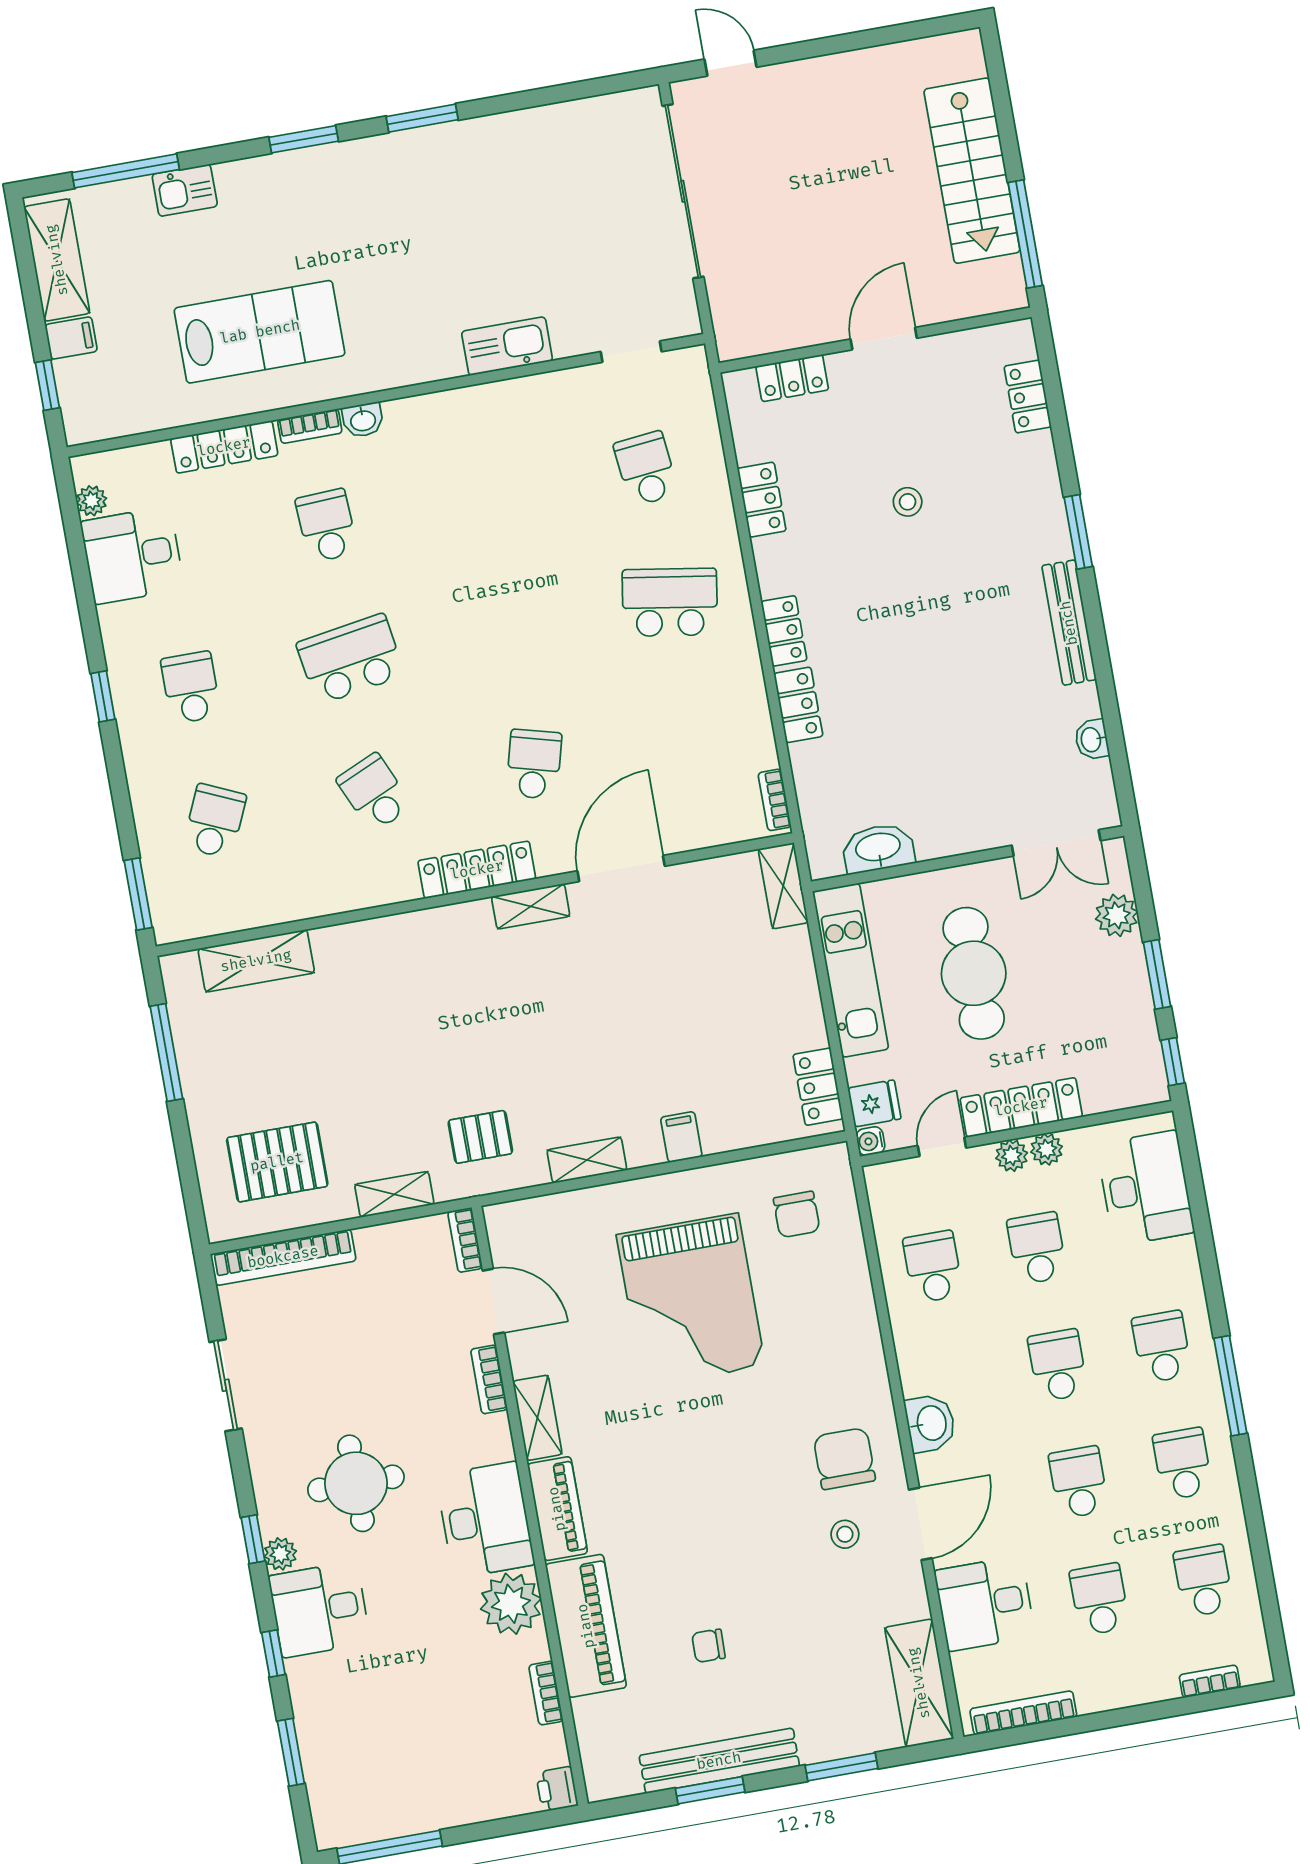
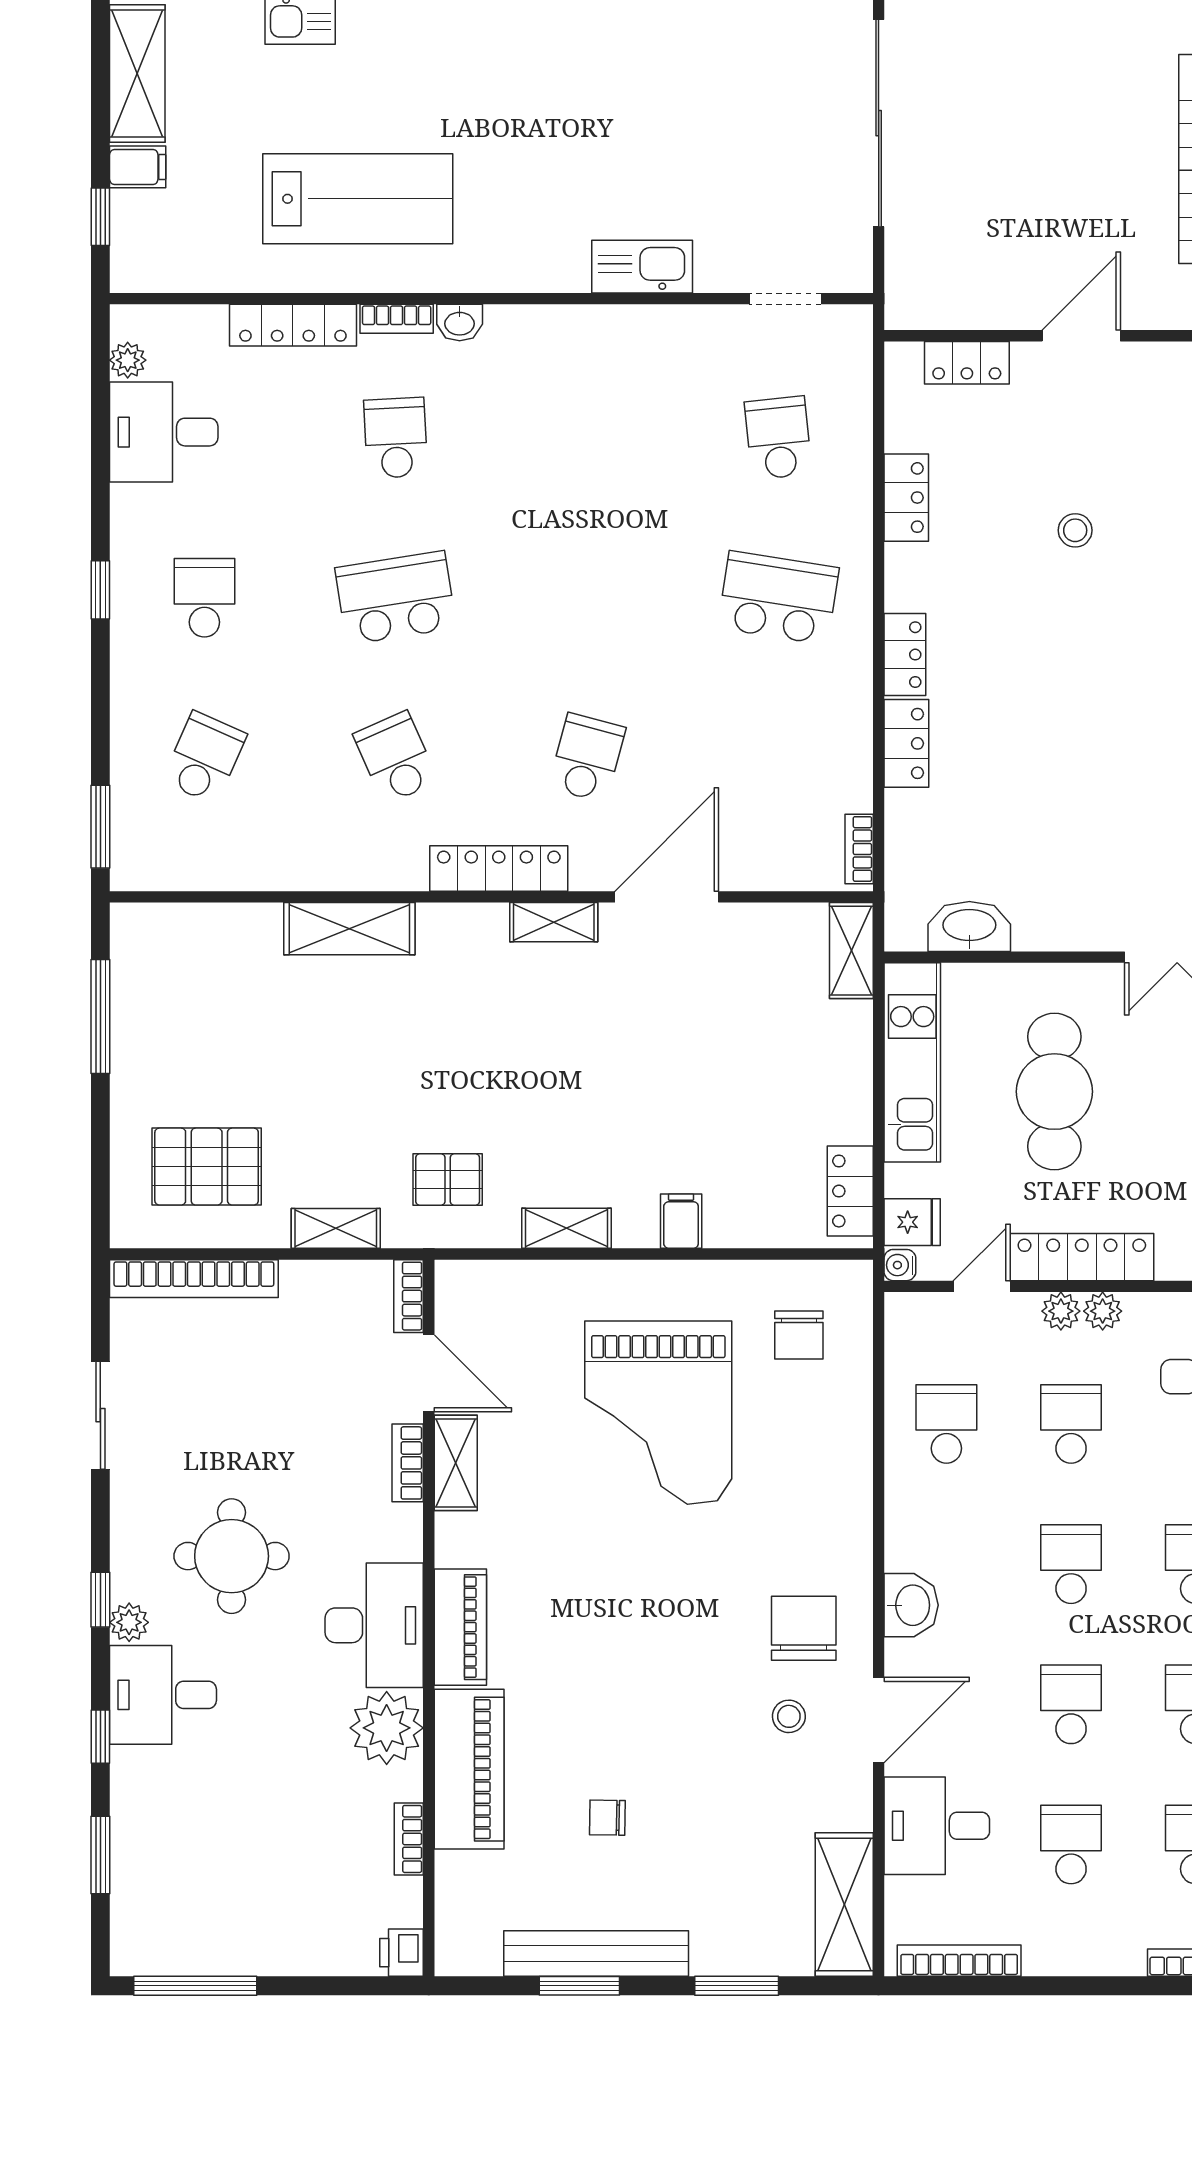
shelving: (256, 961) -> (349, 929), moved
shelving: (537, 1418) -> (456, 1463), moved

